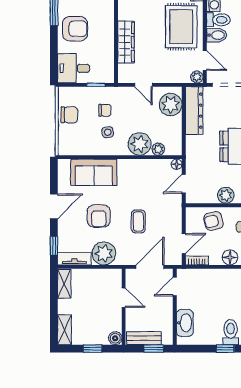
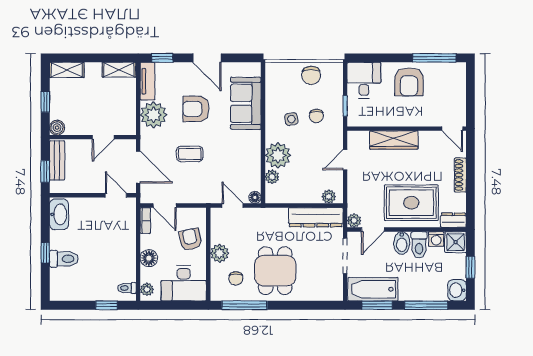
plant: (171, 105) -> (329, 197), width x0.53, depth x0.53
washbasin: (185, 323) -> (59, 214), moved, turned -90

